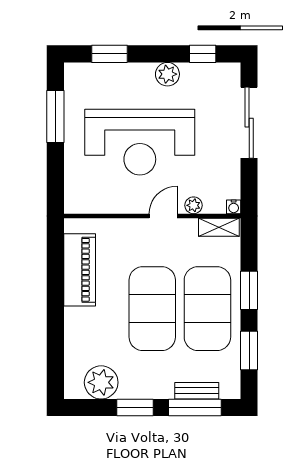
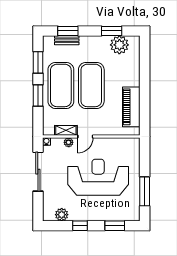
window: (203, 54) -> (80, 226), moved
plant: (167, 74) -> (62, 215), moved
sliding door: (249, 123) -> (38, 172), moved
shelving: (219, 227) -> (66, 130), moved
window: (135, 408) -> (112, 31), moved
window: (195, 408) -> (68, 31), width x0.69

